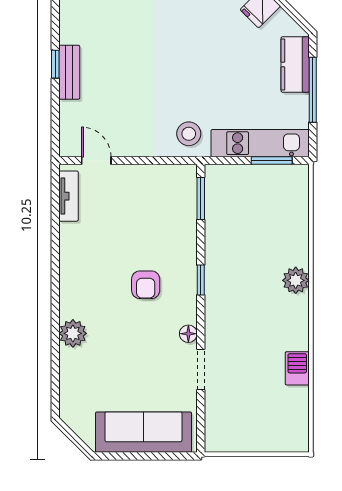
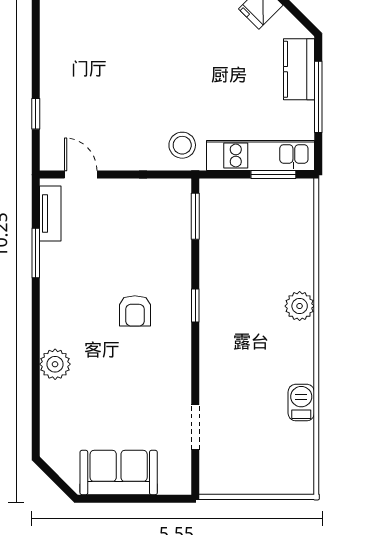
window: (55, 64) -> (36, 114), moved
bench: (69, 72) -> (51, 78), removed
window: (55, 232) -> (36, 253), added
floor lamp: (188, 334) -> (182, 365), removed
doorway: (201, 369) -> (195, 427), moved
sofa: (143, 432) -> (119, 473), width x0.73

